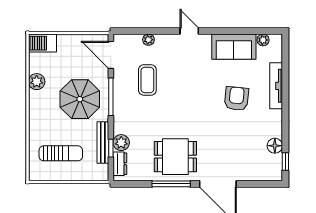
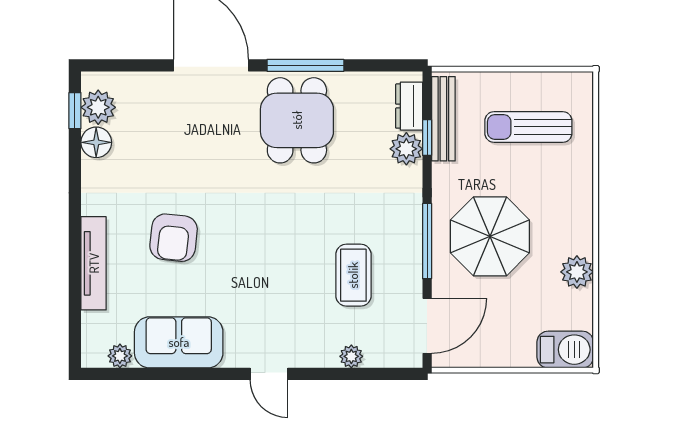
door: (111, 55) -> (427, 326), hinge flipped
bench: (103, 143) -> (443, 119), moved
dining table: (175, 157) -> (297, 120), turned 90
plant: (274, 163) -> (98, 107), added

